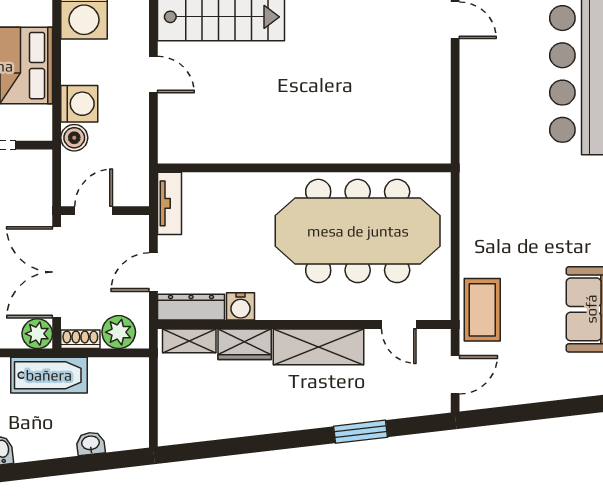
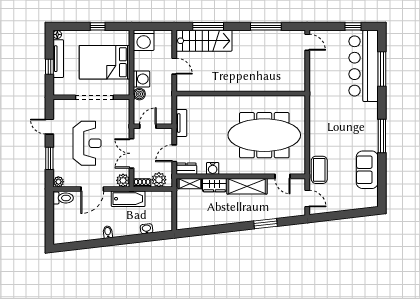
wall: (304, 168) -> (241, 94), moved
double door: (57, 272) -> (132, 153), width x0.73
dresser: (191, 307) -> (186, 169), width x0.70
door: (455, 375) -> (307, 199), hinge flipped

